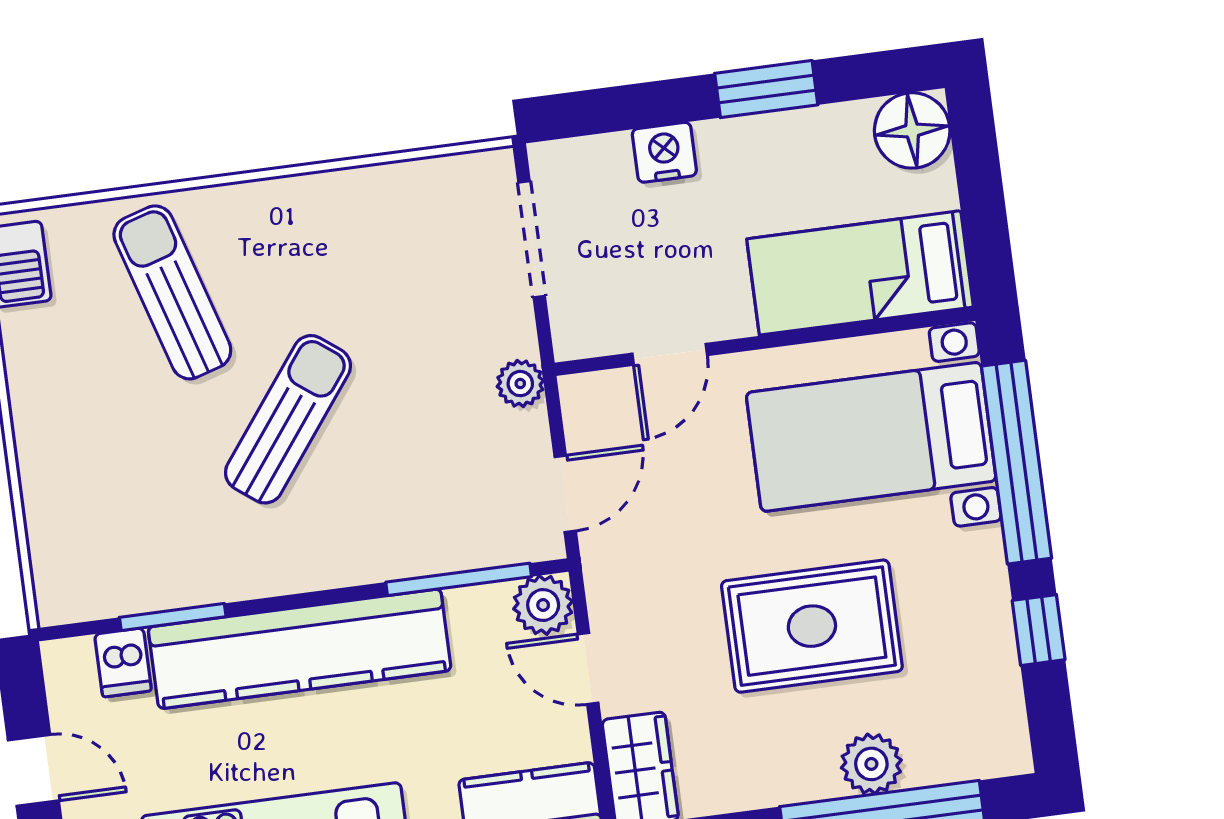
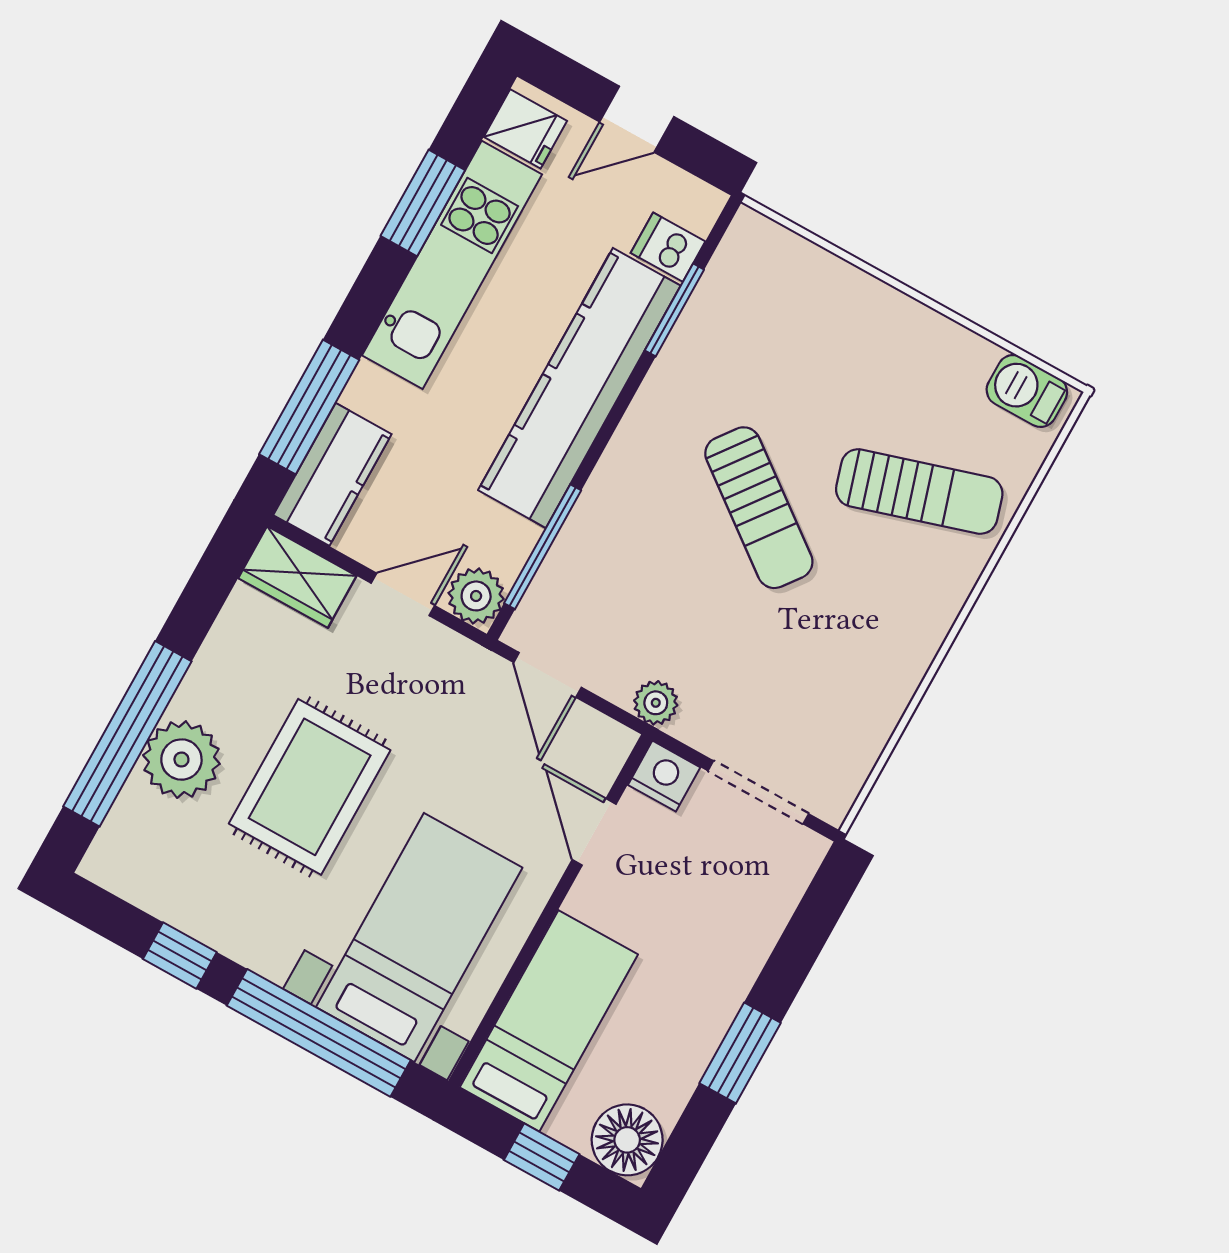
nightstand: (664, 152) -> (664, 776), moved, turned -90
window: (981, 193) -> (542, 1157), added
plant: (871, 764) -> (181, 760), width x1.36, depth x1.36

